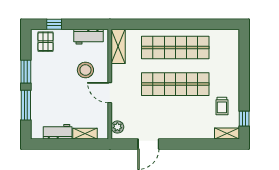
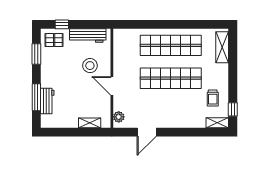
workbench: (88, 37) -> (88, 36), width x1.37
pallet: (46, 42) -> (54, 40), turned 90
shelving: (118, 46) -> (222, 47), moved
window: (26, 72) -> (36, 54), moved
workbench: (58, 132) -> (47, 101), moved, turned 90

